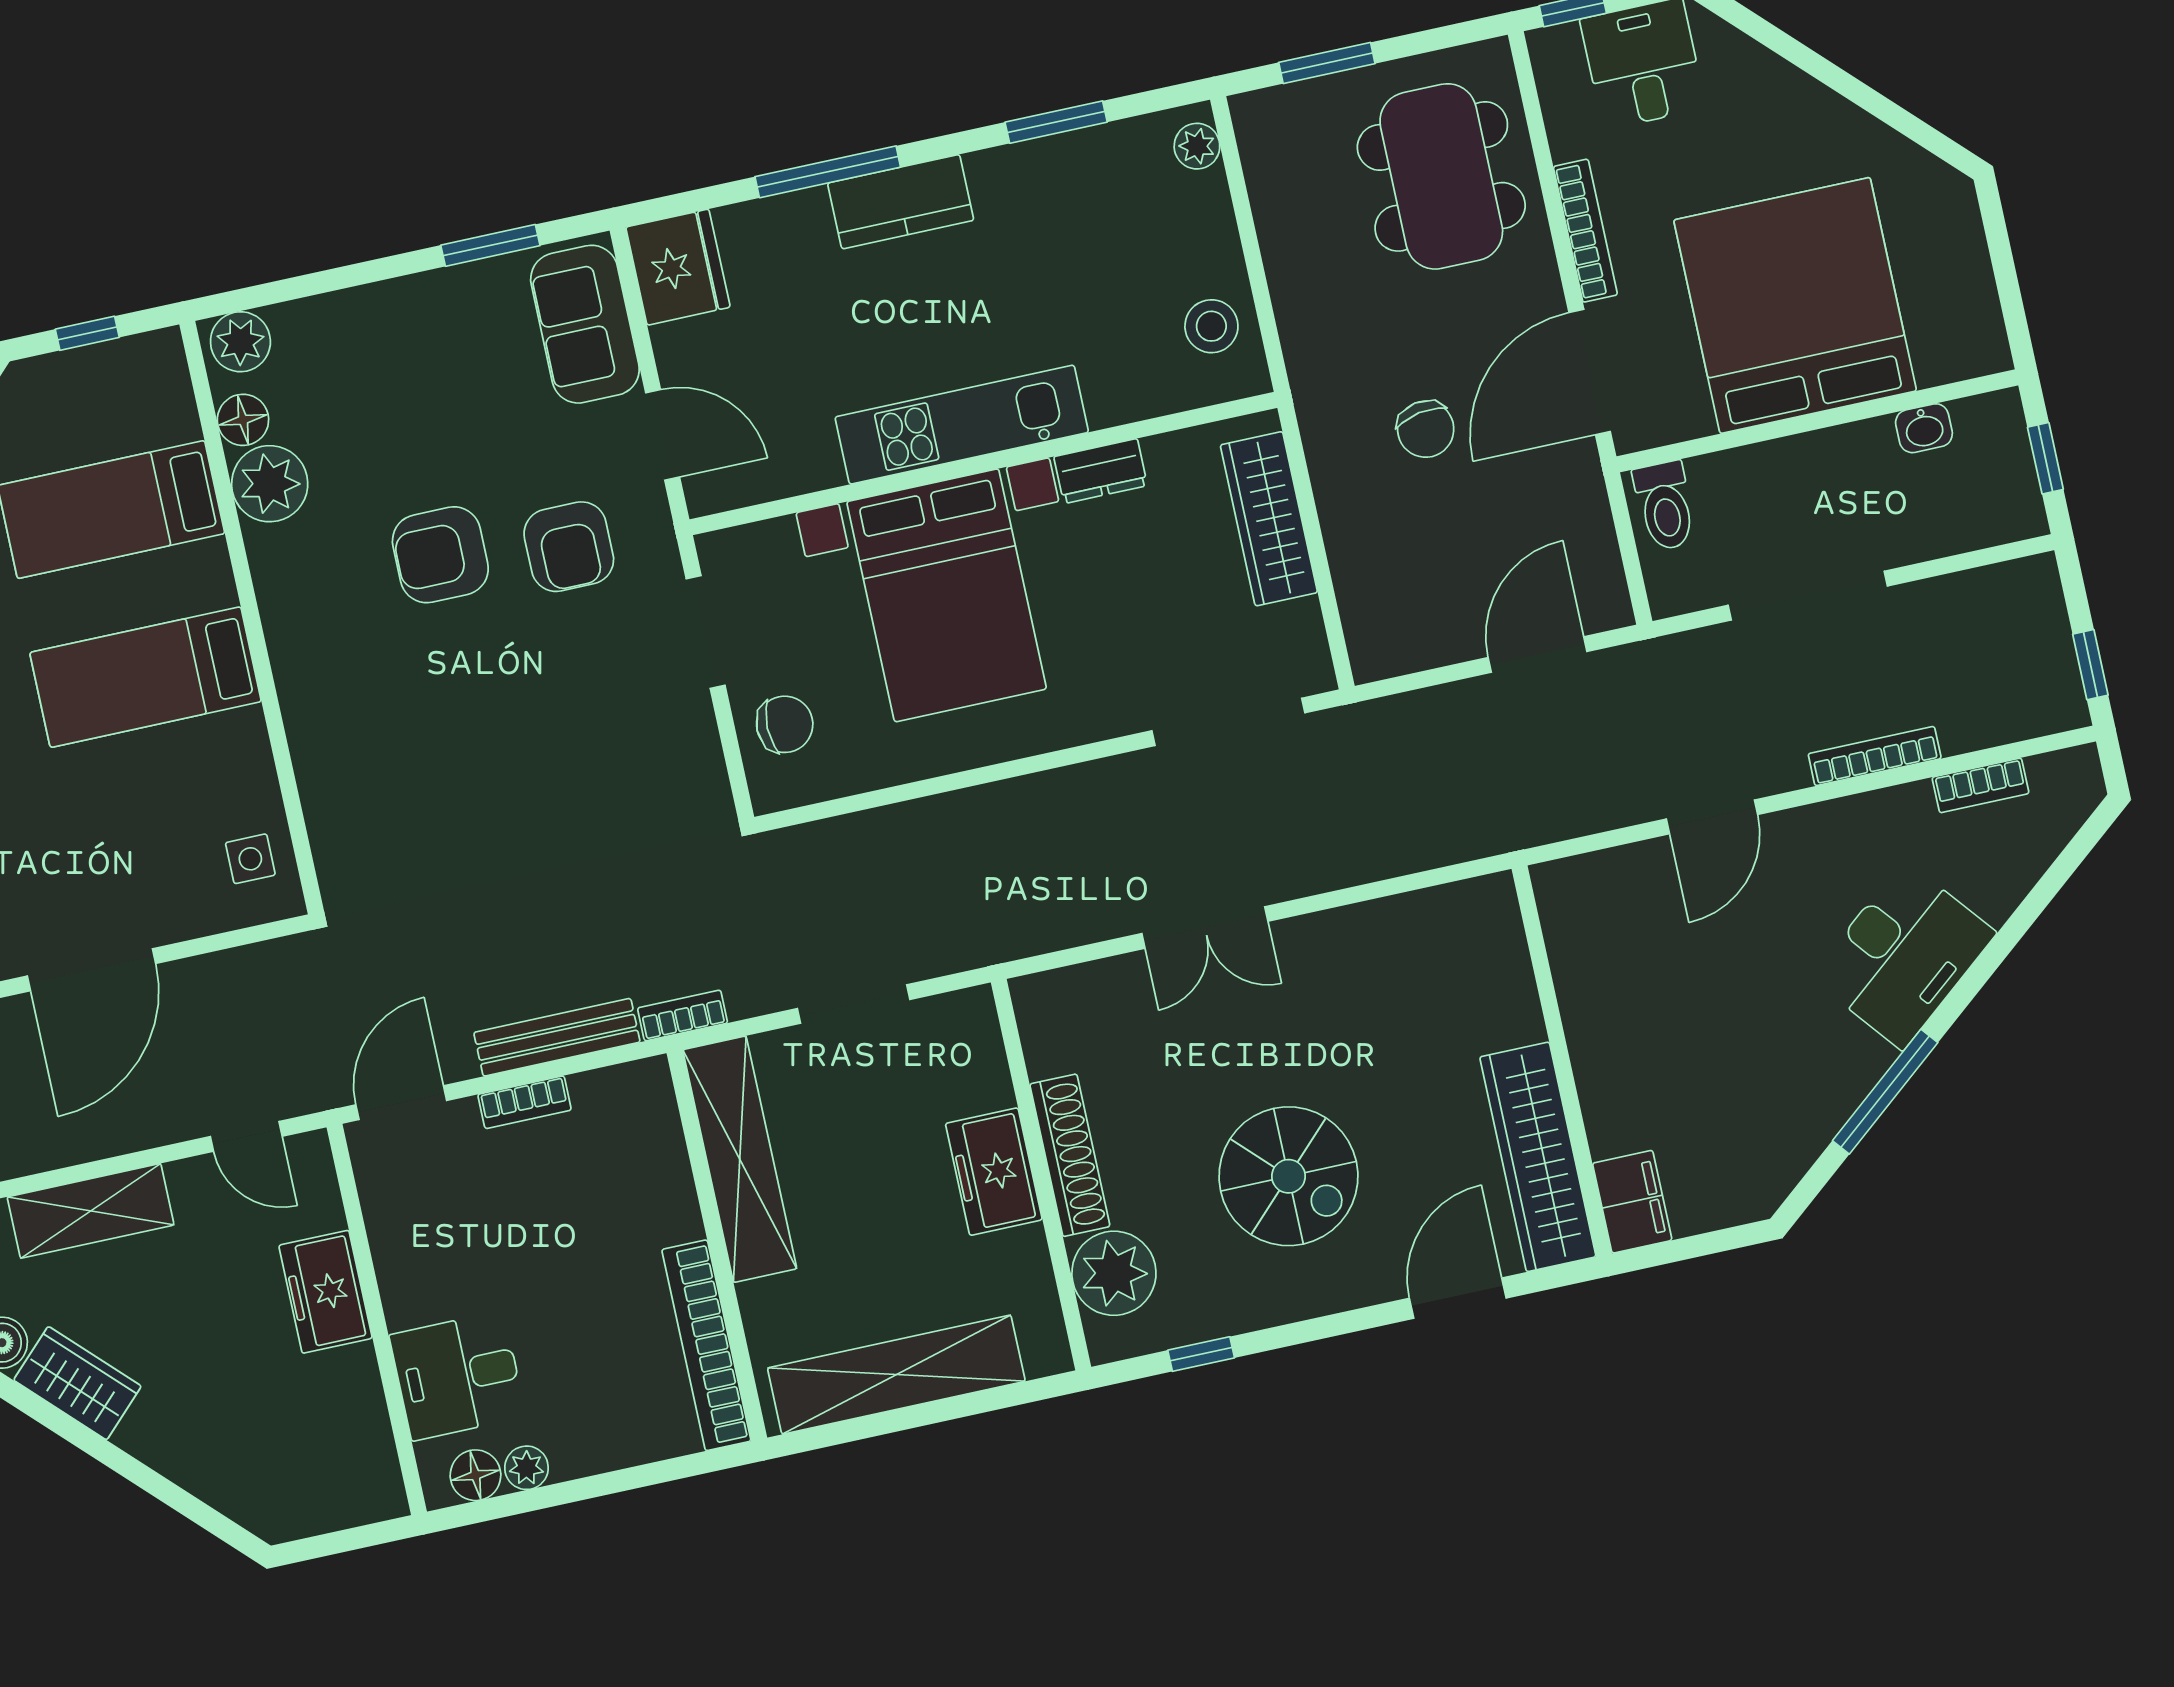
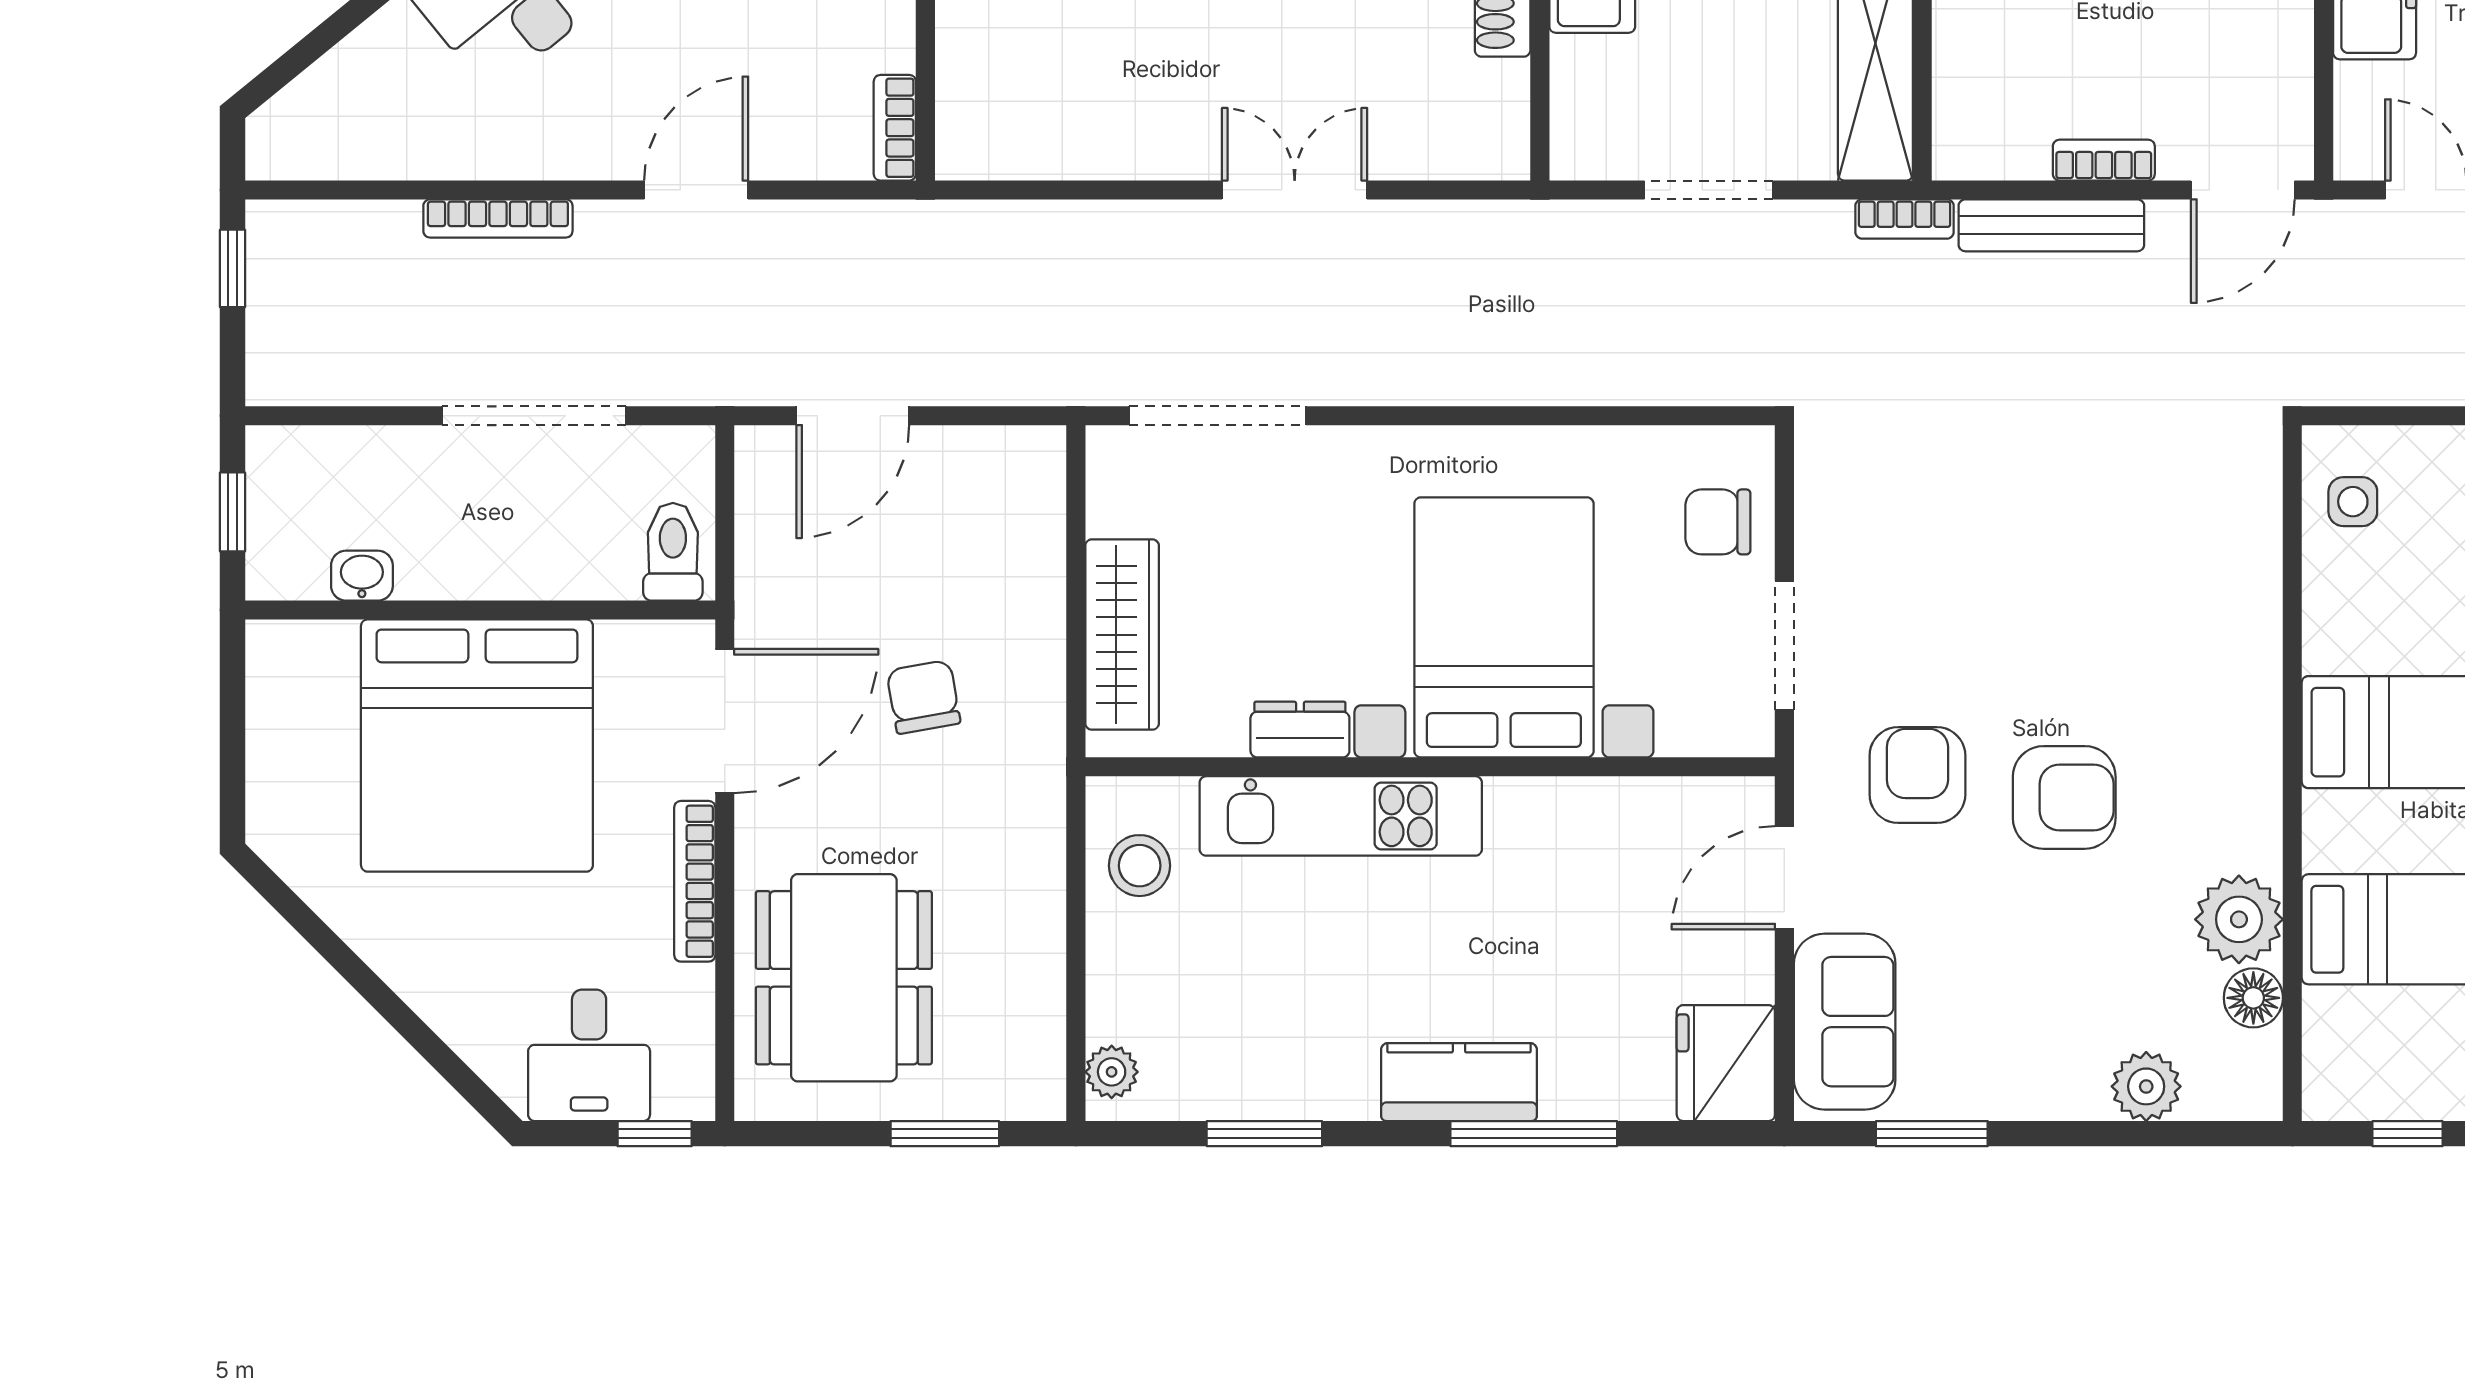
plant: (240, 342) -> (2146, 1086), moved
kitchen unit: (962, 425) -> (1341, 816), moved
door: (663, 435) -> (1784, 878), hinge flipped
bookcase: (1980, 785) -> (895, 128), moved, turned -90

